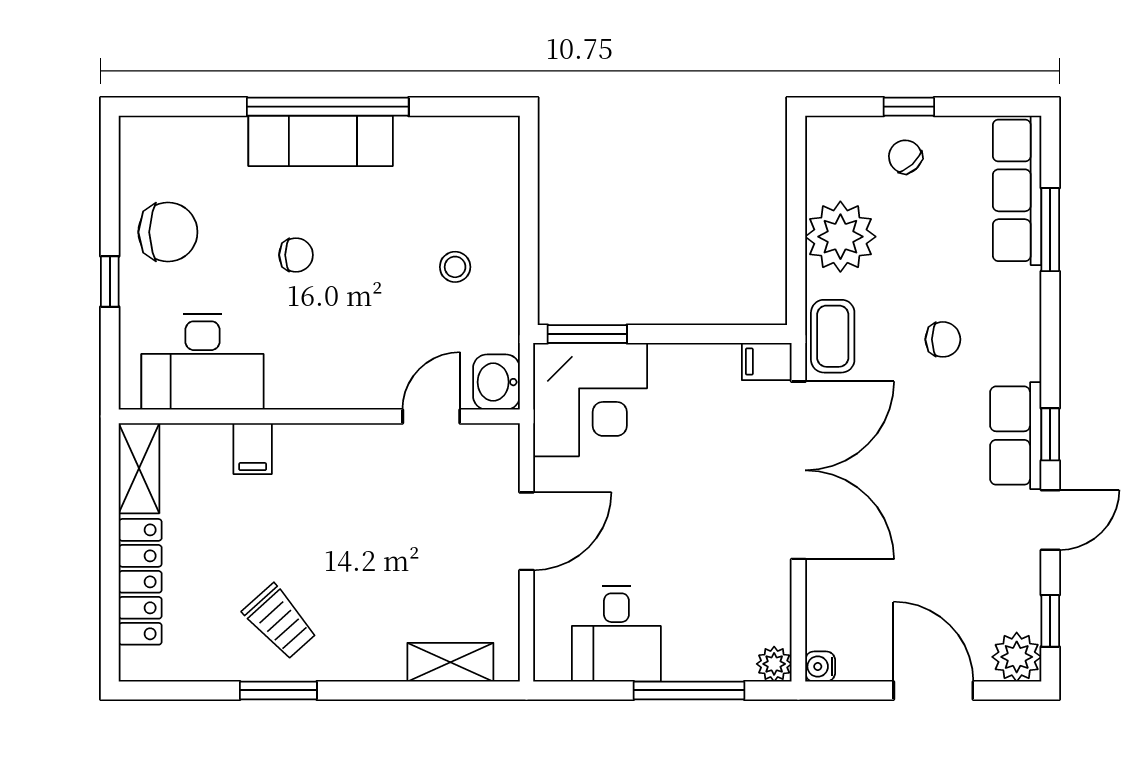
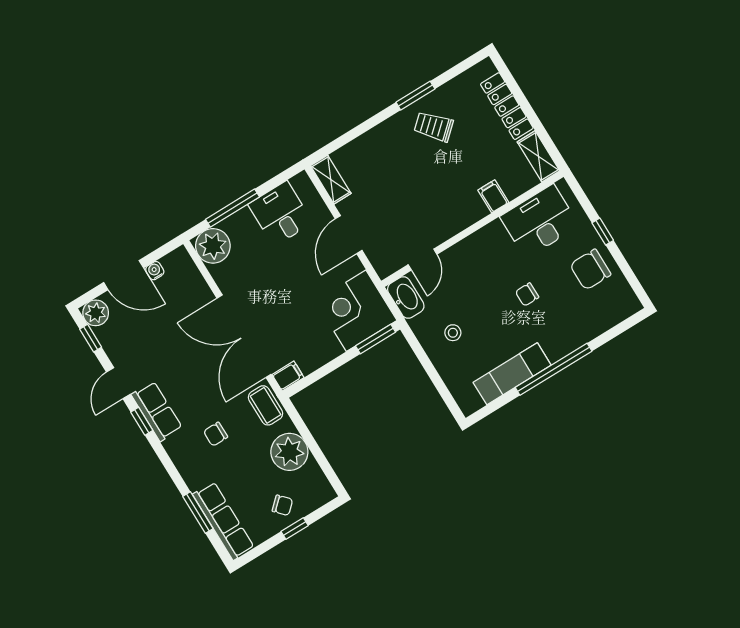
exam couch: (321, 141) -> (512, 374), moved
washbasin: (496, 382) -> (406, 297), width x1.38
shelving: (450, 662) -> (331, 180), moved, turned 90
plant: (774, 664) -> (213, 246), width x1.88, depth x1.88
water cooler: (820, 667) -> (155, 271), moved, turned -90

